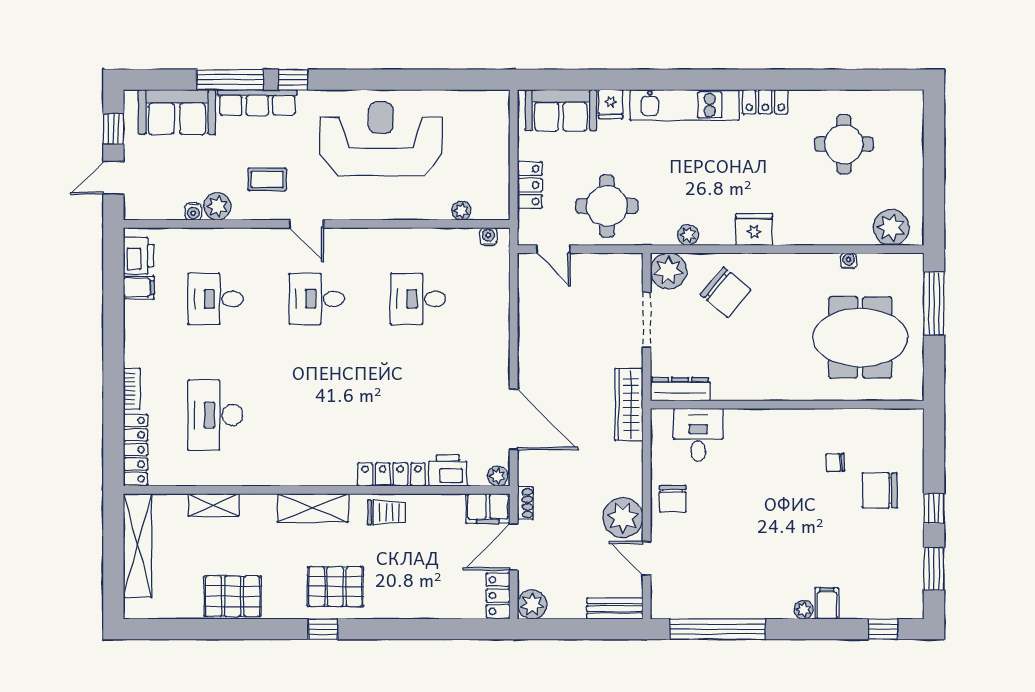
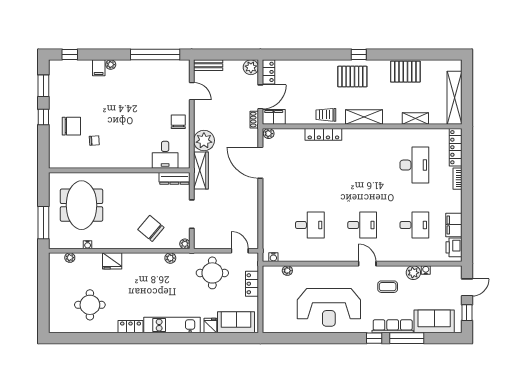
plant: (891, 227) -> (70, 258), width x0.53, depth x0.53
fridge: (754, 229) -> (112, 261), moved
plant: (669, 271) -> (185, 244), width x0.53, depth x0.53
filing cabinet: (139, 288) -> (454, 225), width x2.00
meeting table: (860, 337) -> (81, 205), turned 90
printer: (448, 470) -> (294, 136), removed
plant: (623, 518) -> (204, 141), moved

